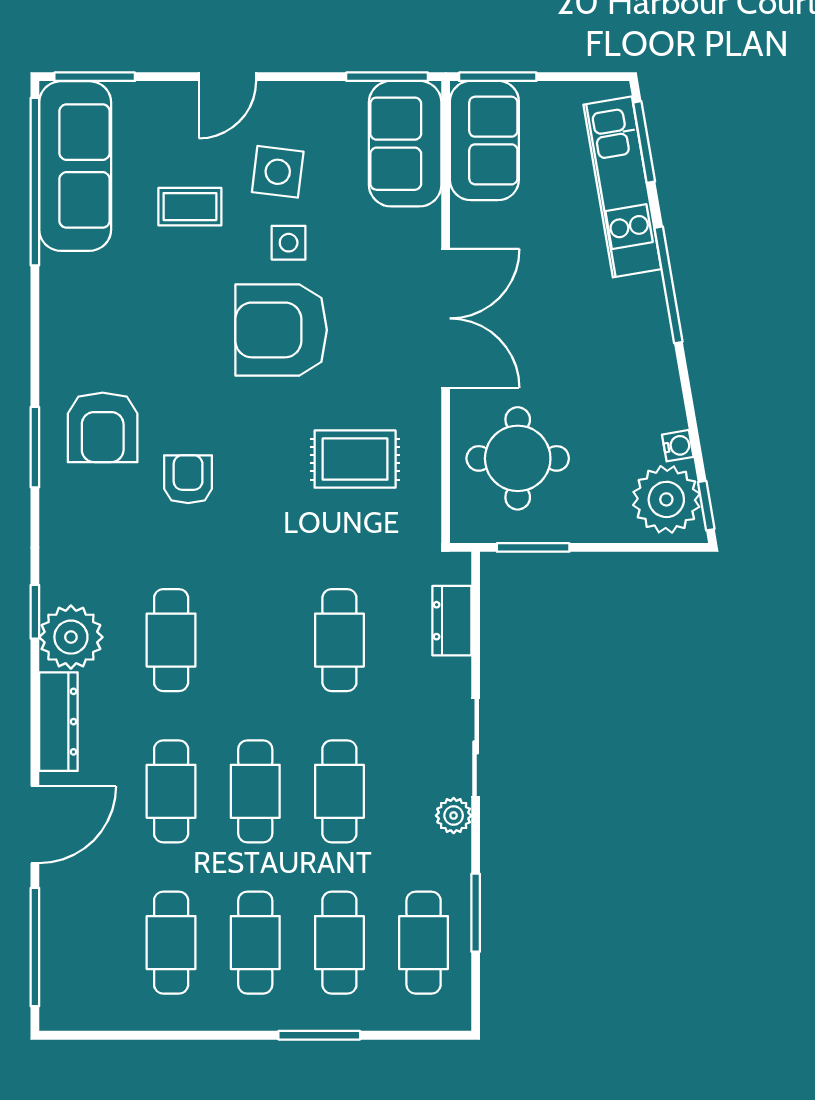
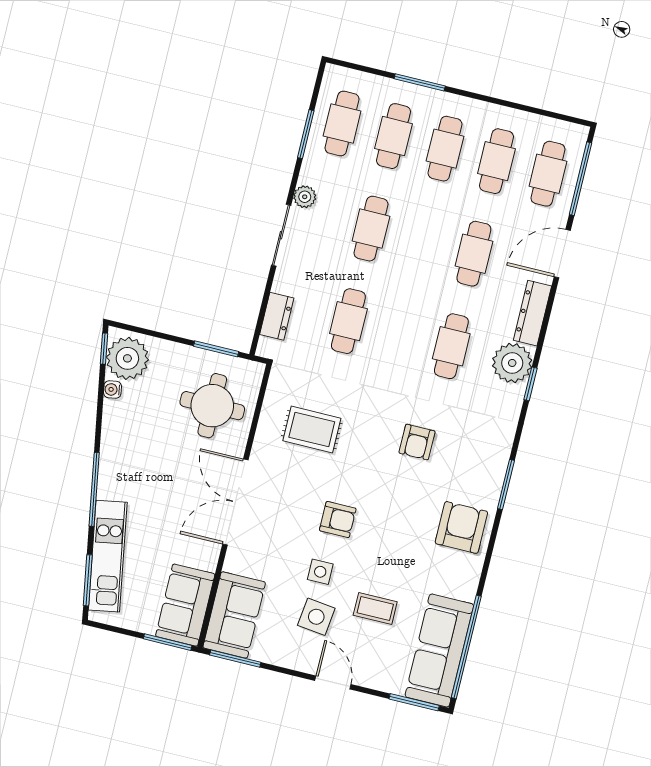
door: (227, 77) -> (333, 682), hinge flipped
armchair: (281, 330) -> (338, 519), width x0.53, depth x0.53
armchair: (103, 427) -> (461, 527), moved
cafe table: (255, 791) -> (548, 174), moved

